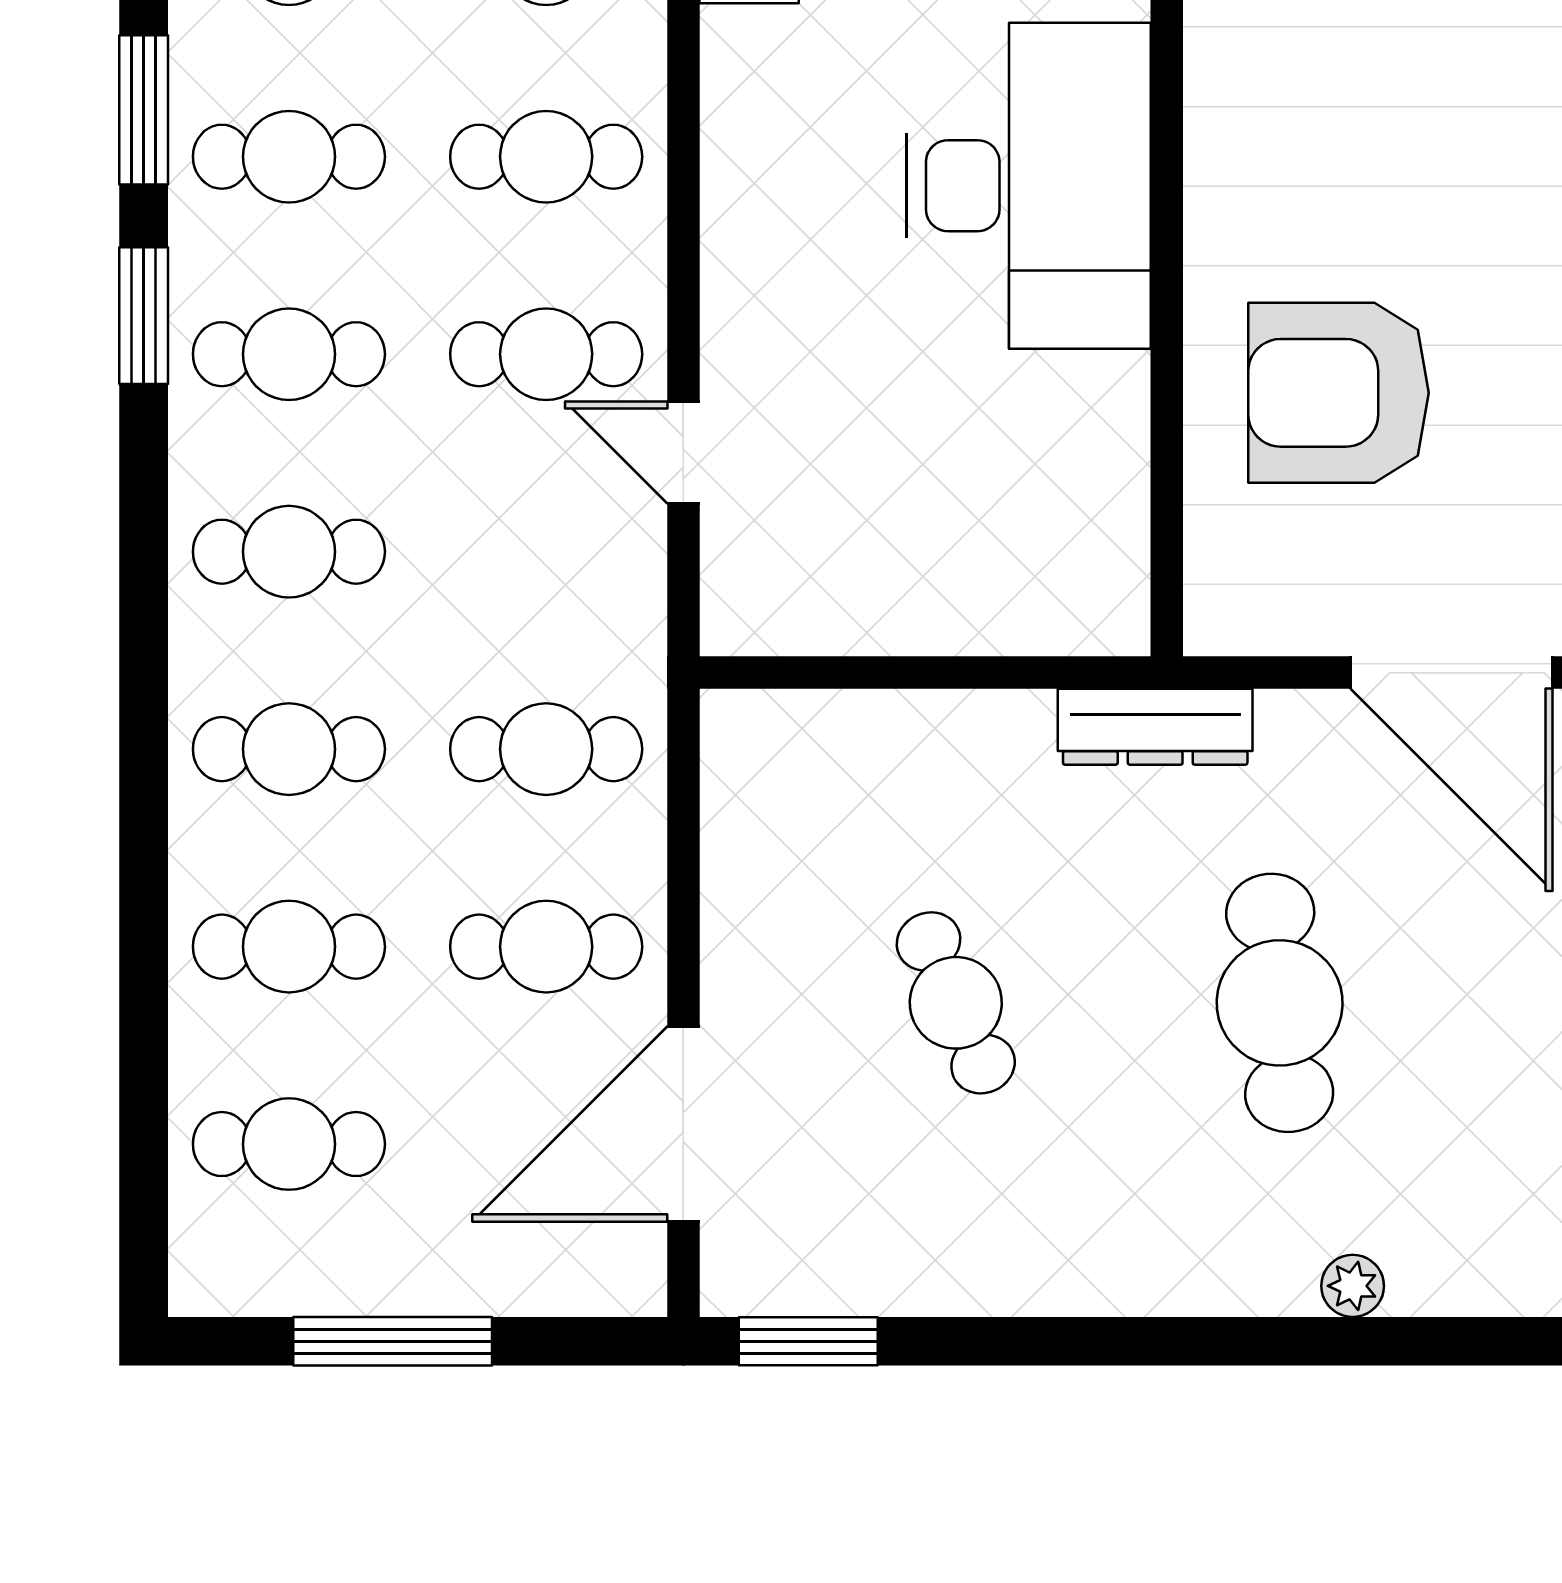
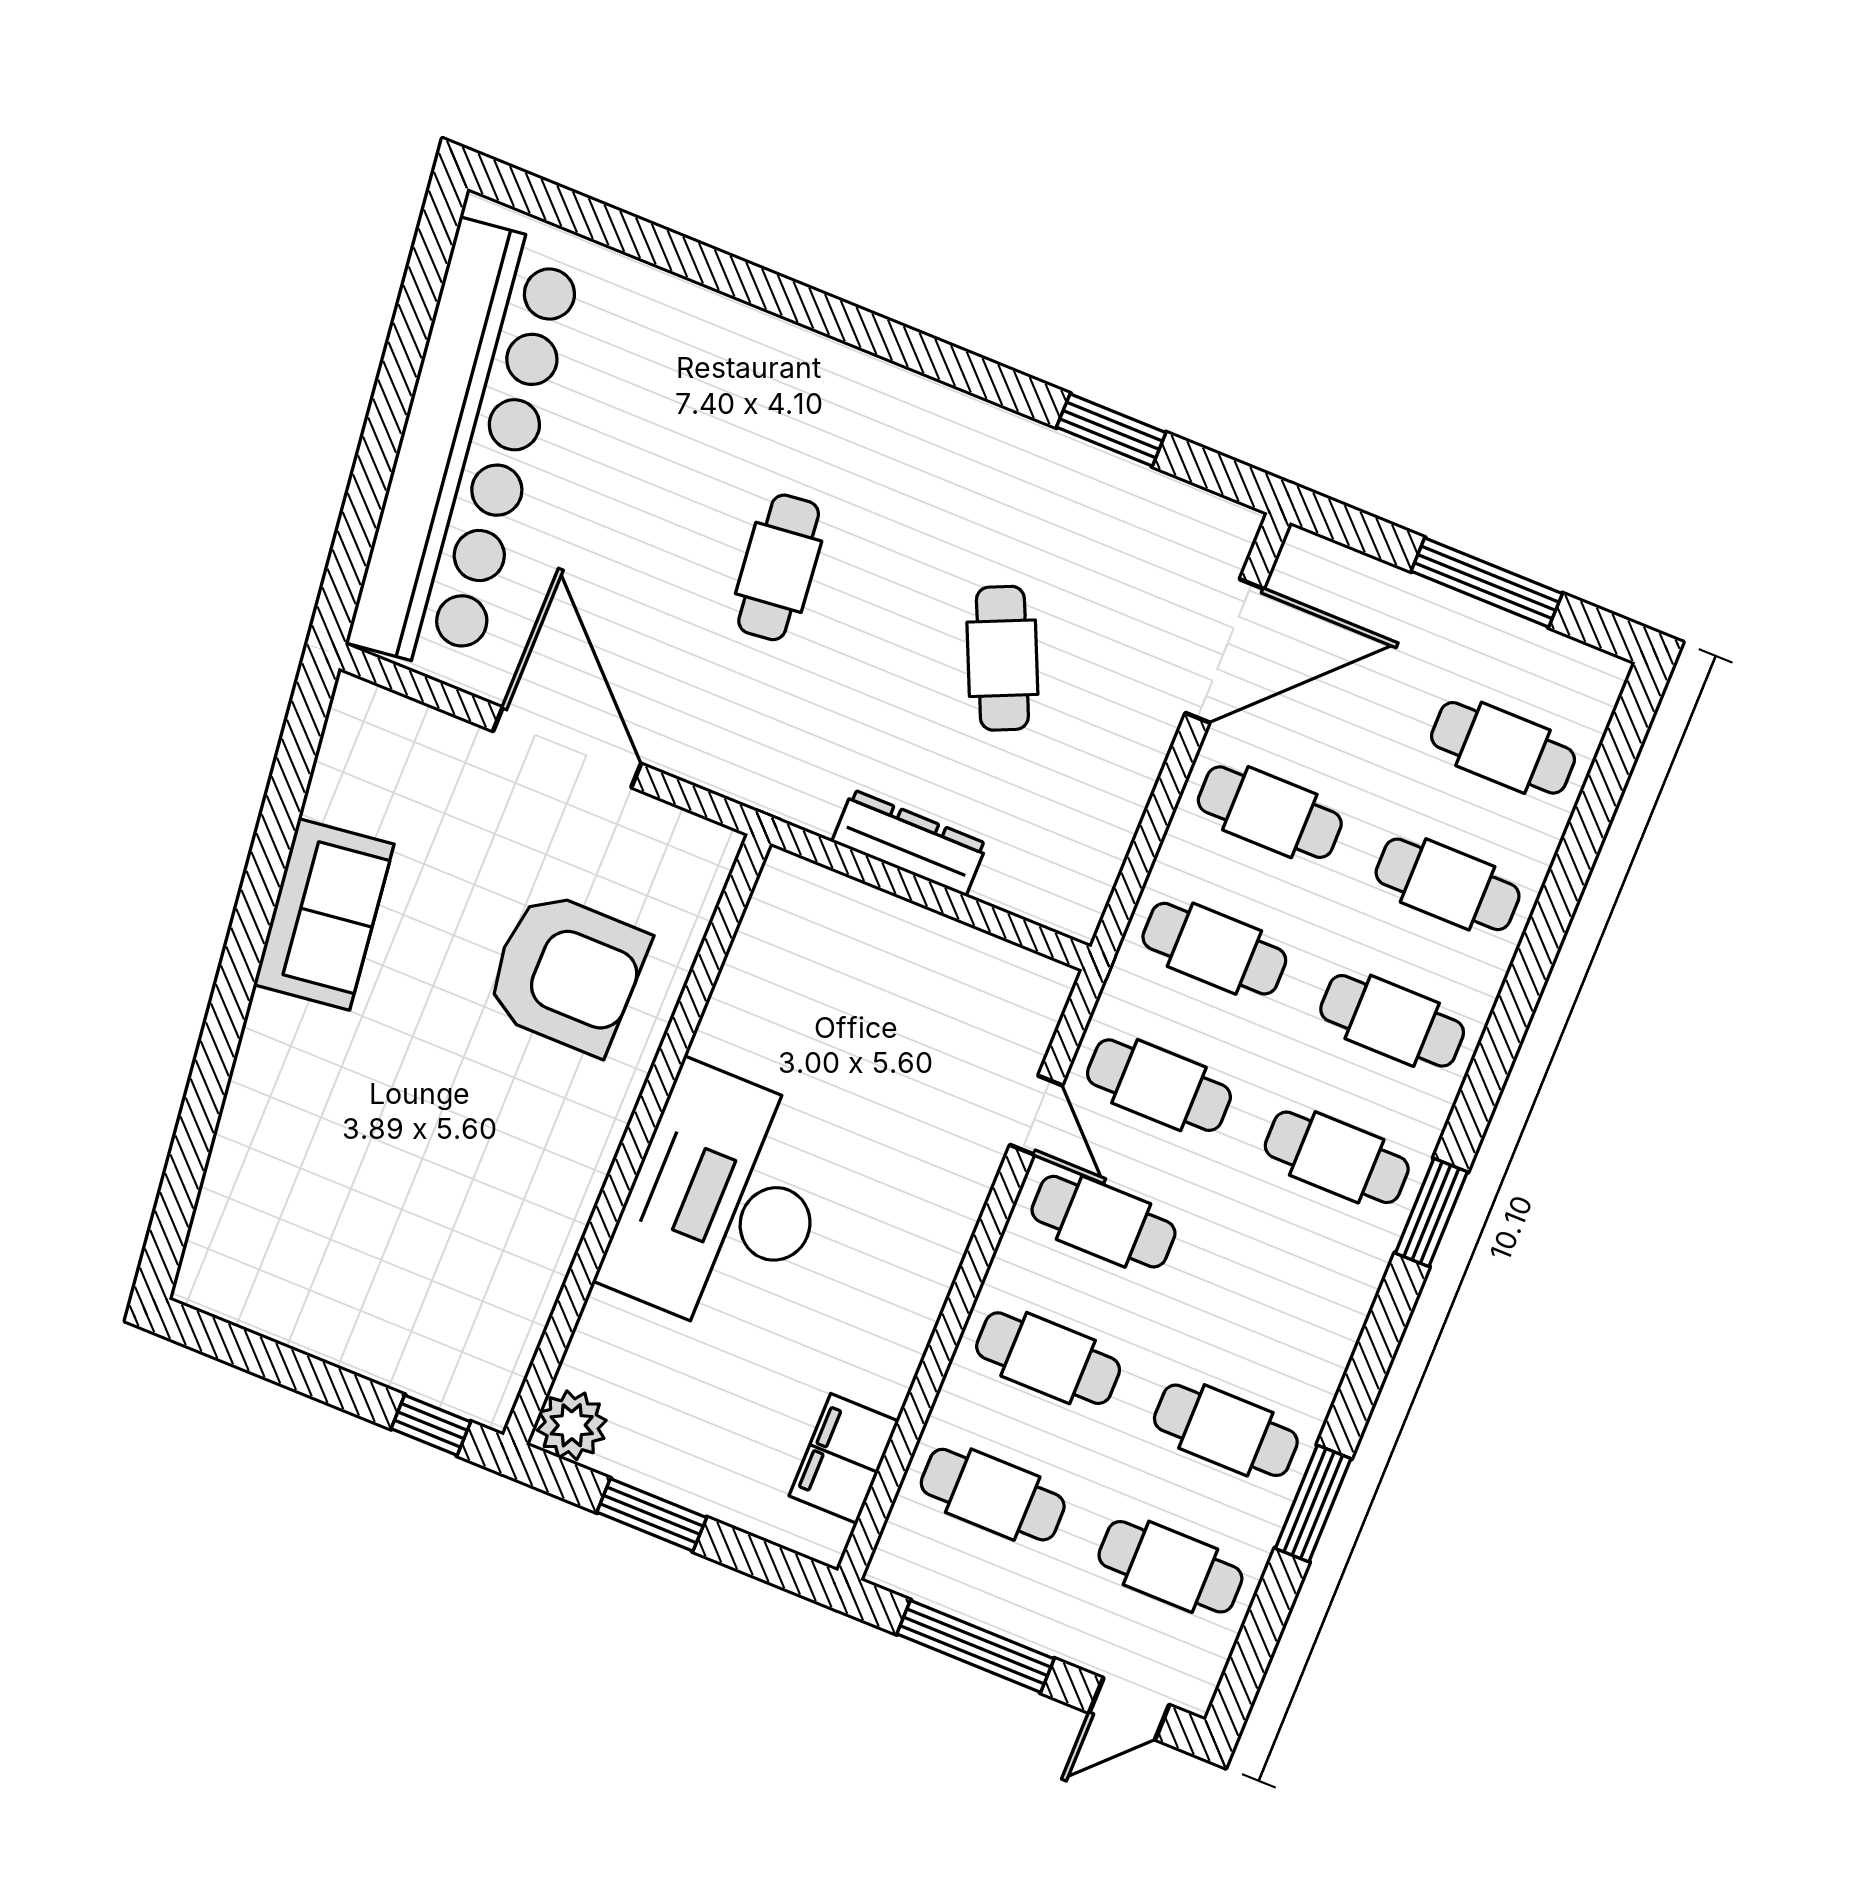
window: (144, 316) -> (1431, 1212), moved
cafe table: (289, 354) -> (1159, 1085), moved
dresser: (1155, 727) -> (909, 843), moved
cafe table: (1280, 1003) -> (779, 567), width x0.73, depth x0.74
plant: (1353, 1286) -> (808, 351), removed
window: (808, 1341) -> (1111, 430), moved

